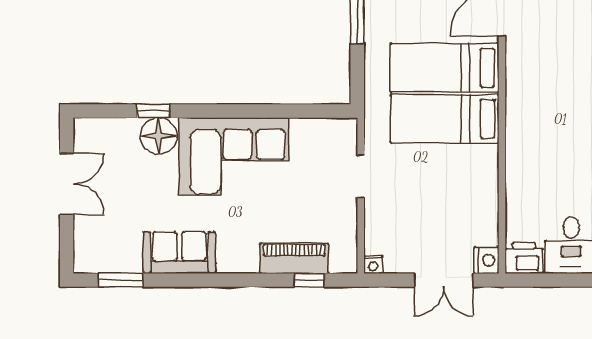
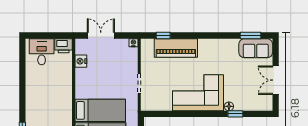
floor lamp: (159, 136) -> (229, 106), width x0.53, depth x0.53
sofa: (179, 253) -> (256, 48), moved
piano: (294, 258) -> (176, 48), width x1.37, depth x1.33
nightstand: (487, 260) -> (81, 61), moved

